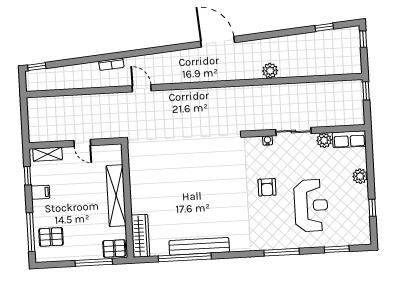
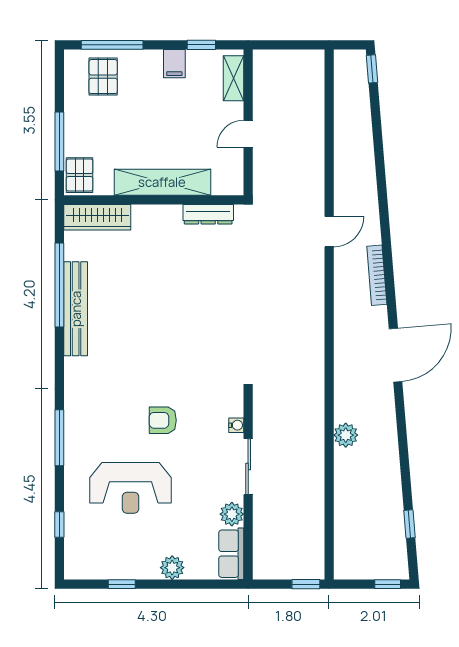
bookcase: (111, 64) -> (377, 275), moved, width x1.56
dresser: (135, 166) -> (208, 214), added
window: (337, 249) -> (59, 525), width x0.67

